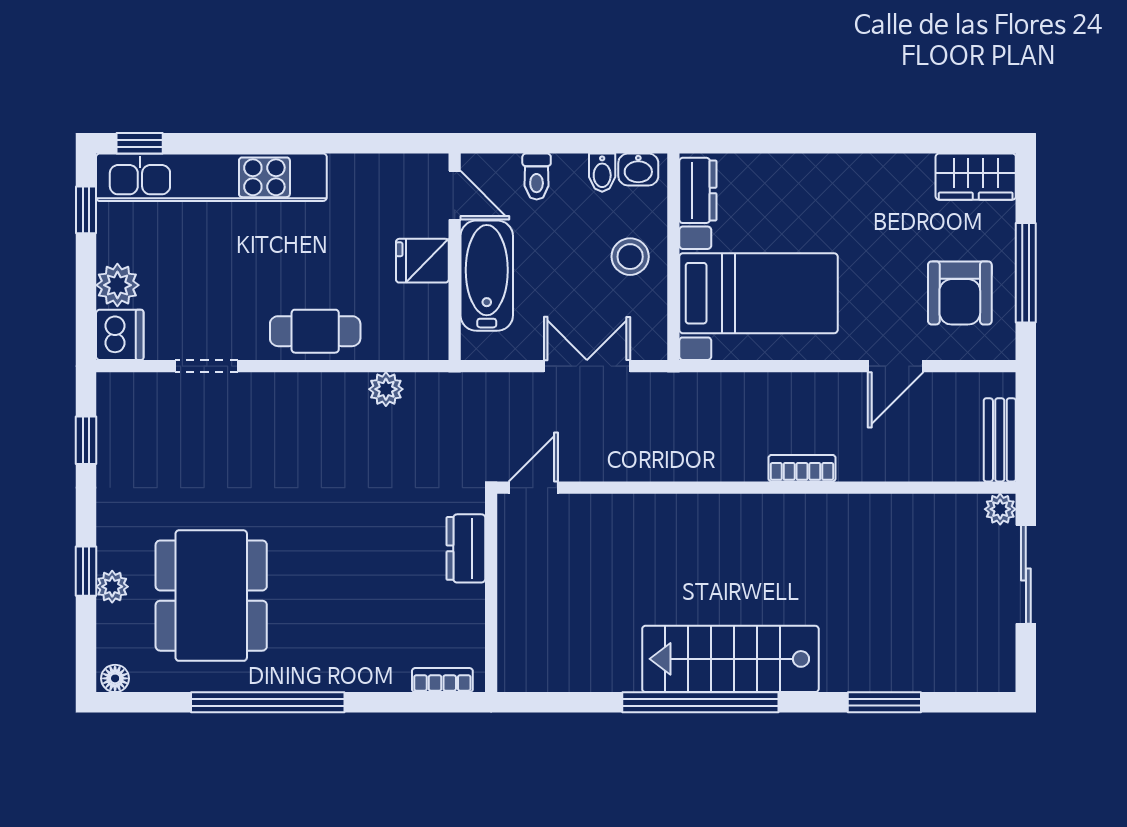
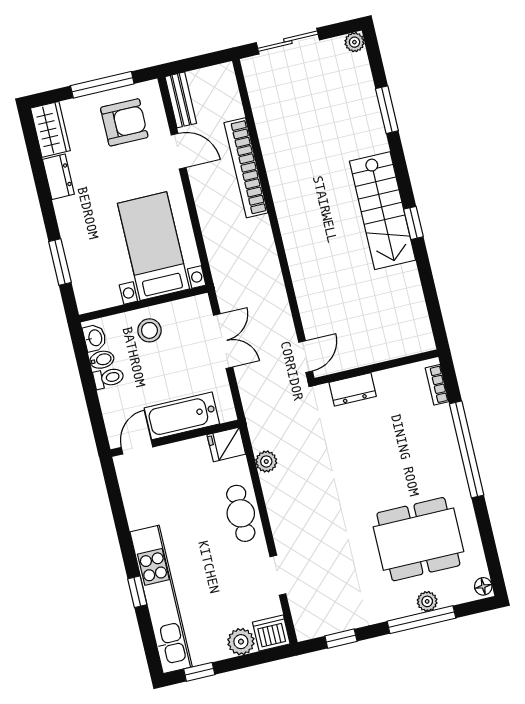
window: (140, 143) -> (137, 592), moved
window: (768, 143) -> (60, 262), added
toilet: (537, 177) -> (109, 378), moved
dresser: (698, 190) -> (58, 177), moved, turned 90
fridge: (422, 261) -> (226, 444), moved, turned 90
double door: (587, 366) -> (223, 341), swing flipped
bench: (1000, 440) -> (181, 100), moved, turned 90
bookcase: (802, 468) -> (246, 168), width x2.31, depth x1.31
door: (533, 488) -> (306, 357), swing flipped
plant: (1000, 509) -> (354, 42), moved
window: (86, 571) -> (421, 620), width x2.17
window: (268, 702) -> (467, 449), moved
window: (700, 702) -> (414, 223), width x0.32

